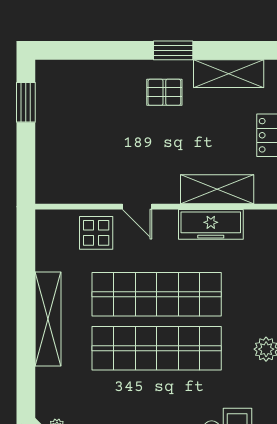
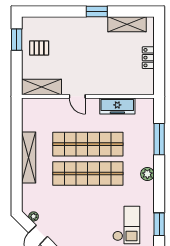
pallet: (164, 92) -> (39, 48), moved
shelving: (217, 189) -> (42, 87), moved
display table: (96, 233) -> (55, 111), removed

